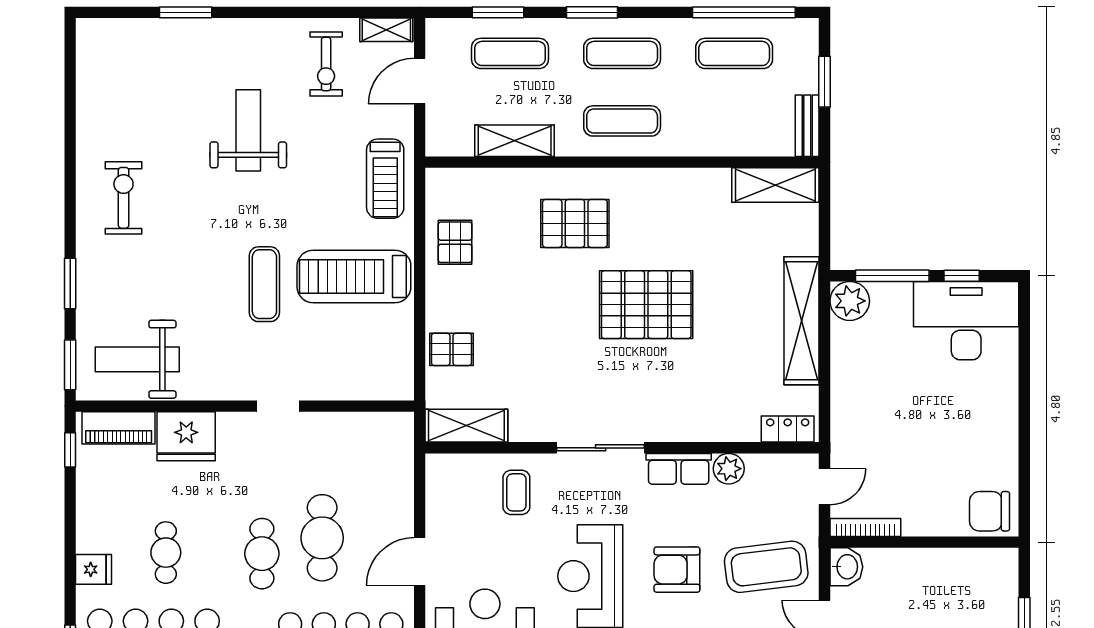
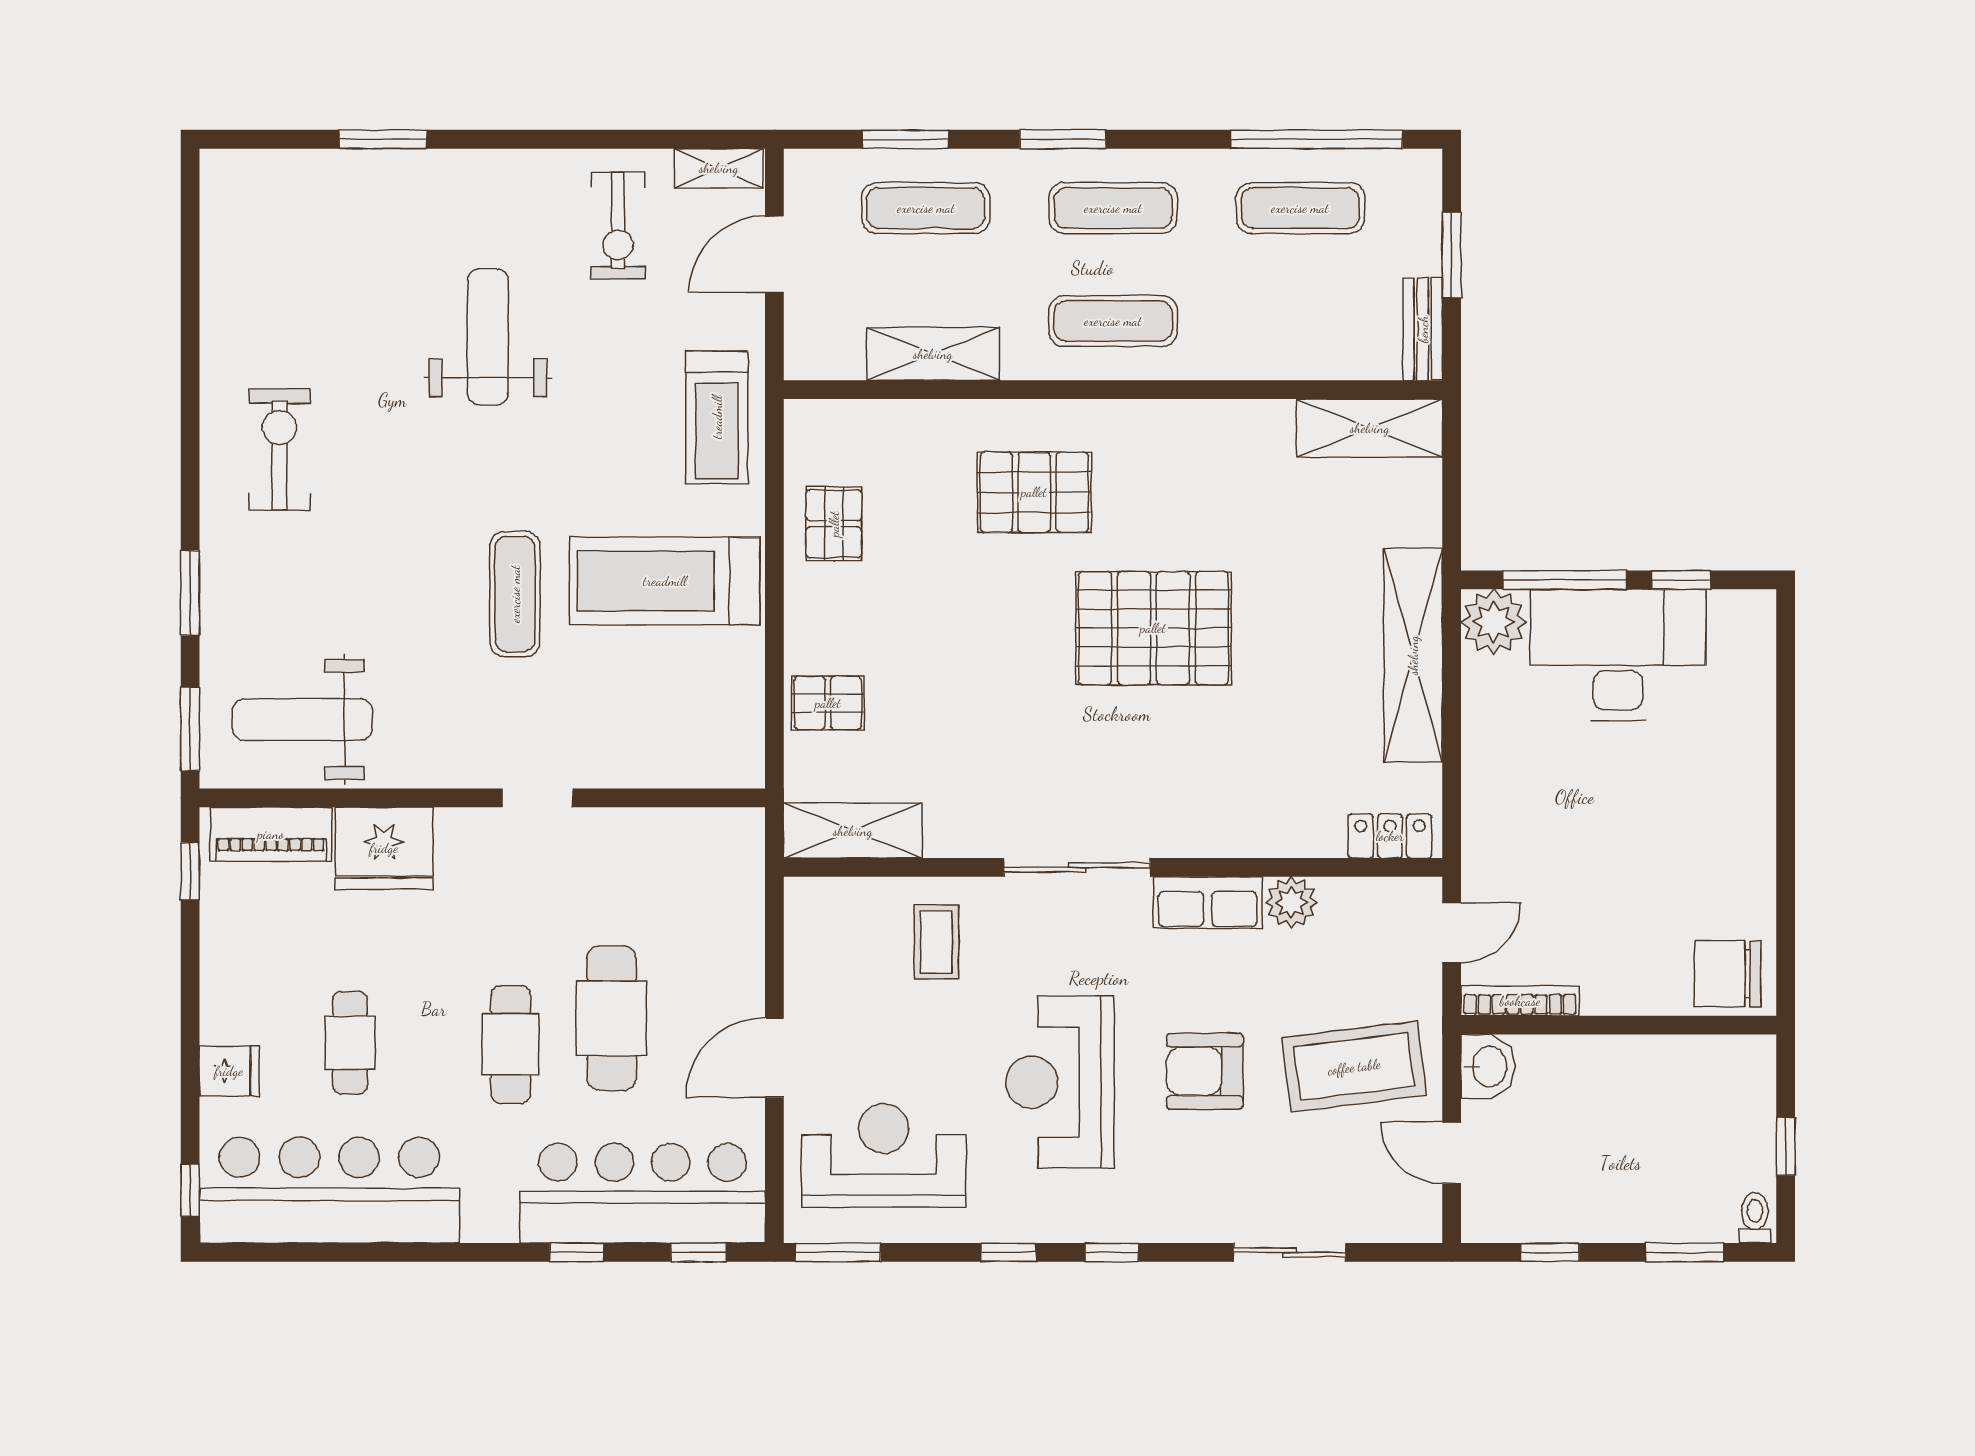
desk: (966, 321) -> (1618, 655), moved

